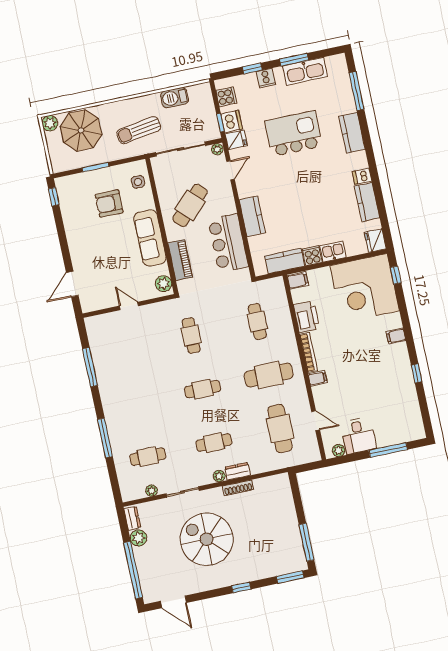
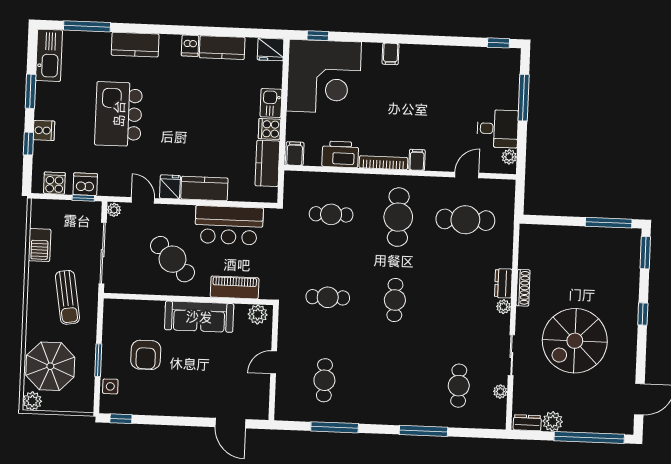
kitchen sink: (305, 71) -> (49, 55), moved
fridge: (236, 140) -> (170, 187), moved
side table: (138, 182) -> (110, 386), moved
window: (417, 373) -> (498, 43), moved
cafe table: (214, 443) -> (324, 380), moved

